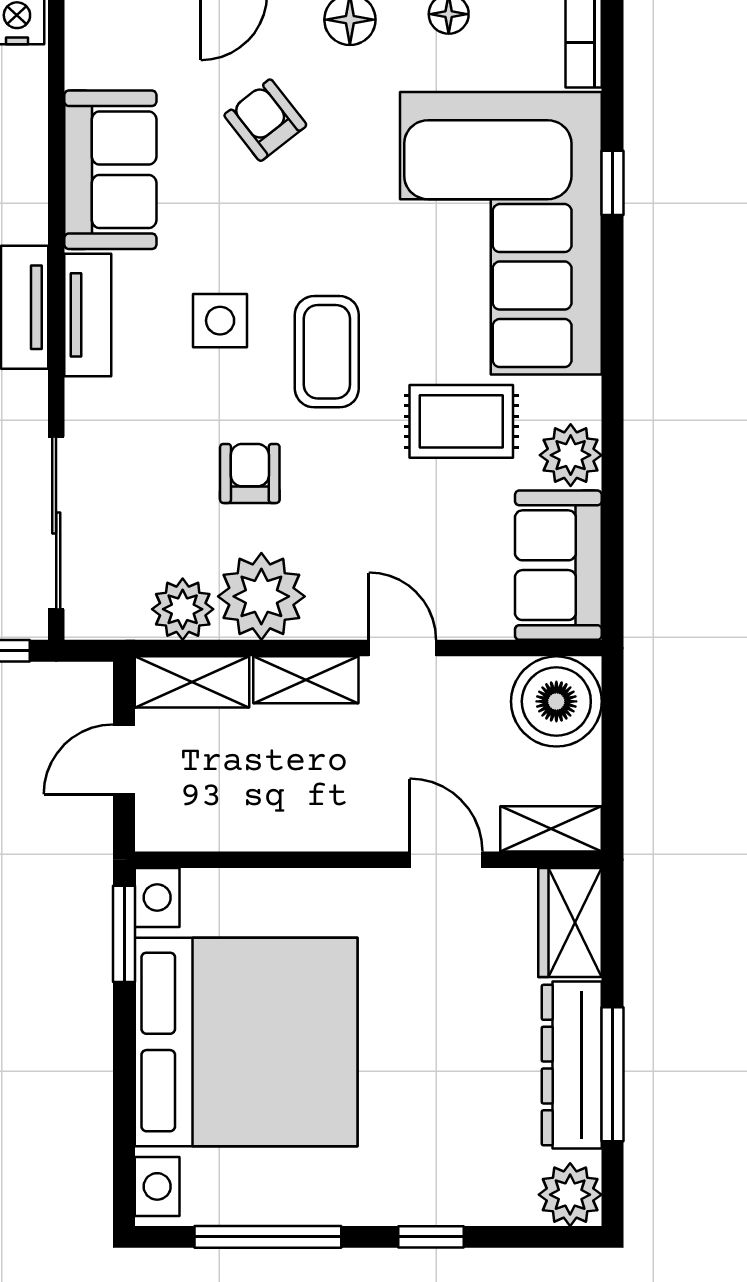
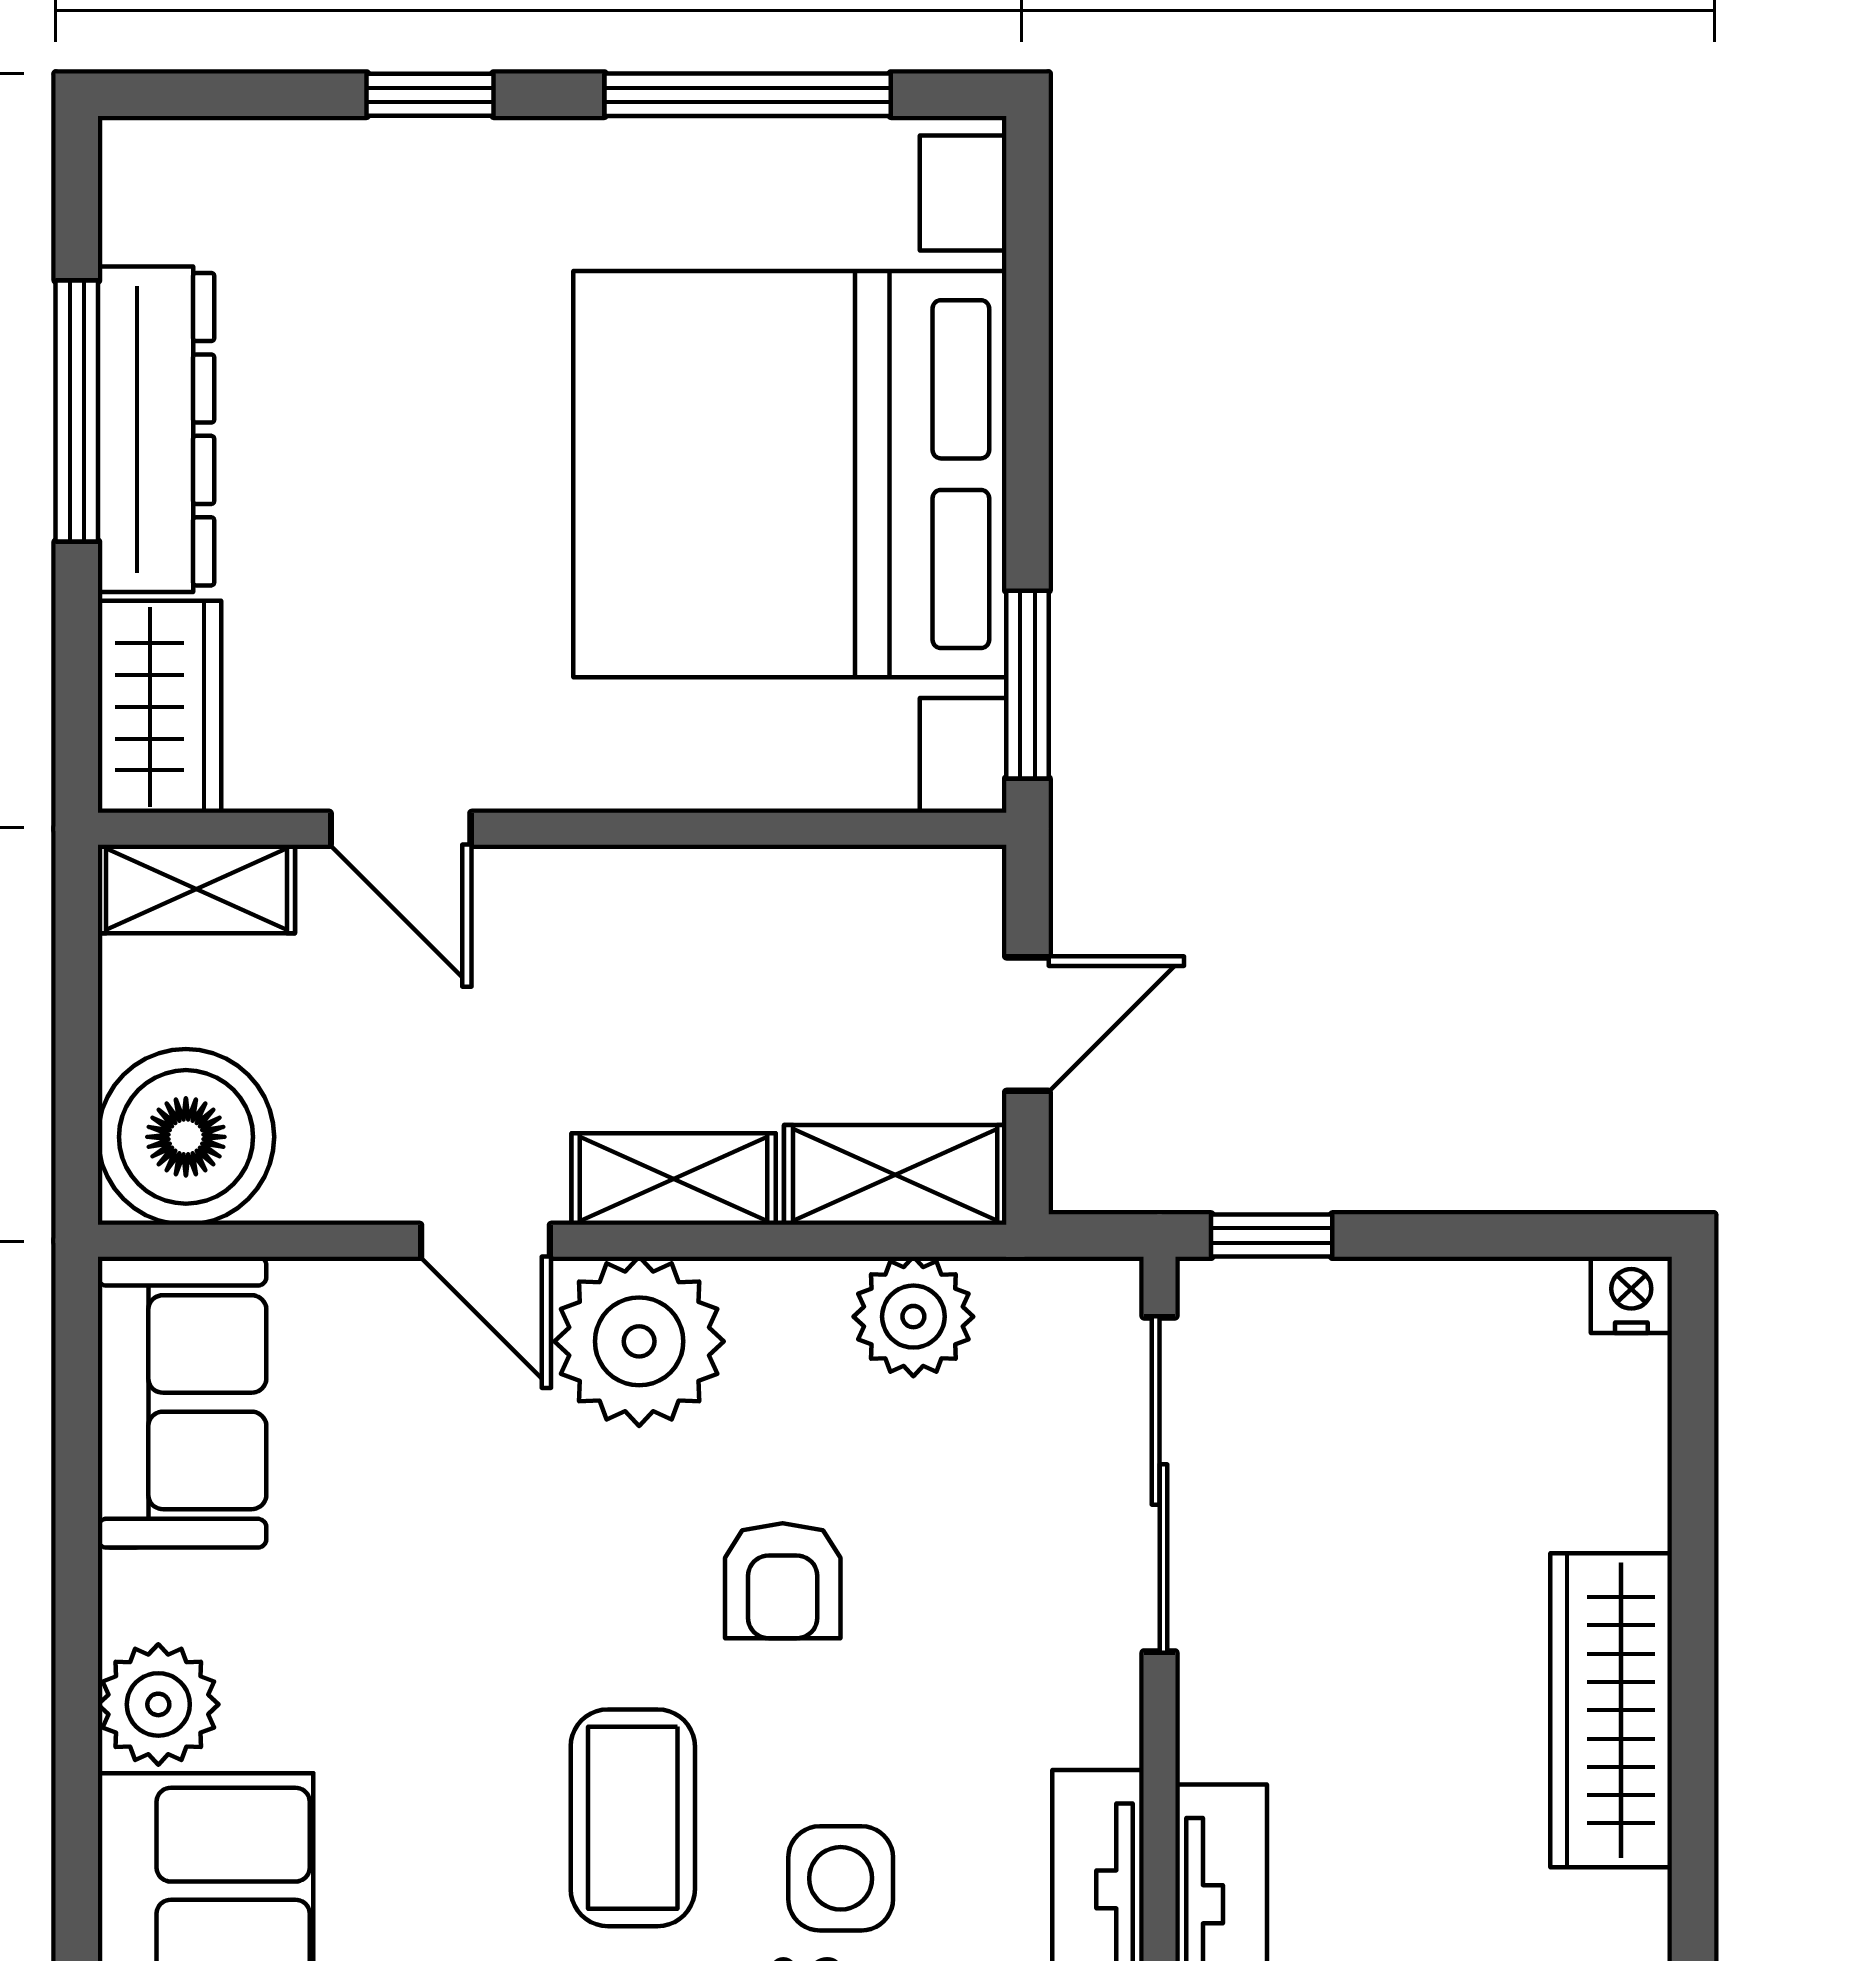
rug: (461, 421) -> (371, 1682), removed
plant: (571, 455) -> (158, 1704), moved
plant: (261, 596) -> (639, 1341), moved
plant: (570, 1195) -> (159, 177), removed

